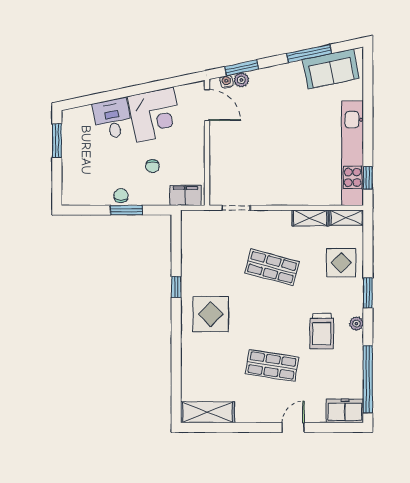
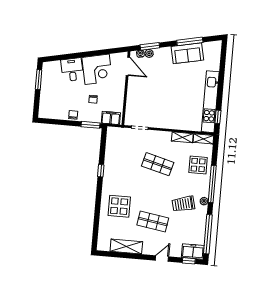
sofa: (331, 69) -> (187, 53), moved
window: (126, 210) -> (91, 125), moved
window: (368, 293) -> (212, 184), width x2.11
display table: (211, 314) -> (119, 206), moved
trolley: (322, 331) -> (183, 204), turned 76
shelving: (207, 412) -> (126, 247), moved
window: (339, 427) -> (189, 261), added

